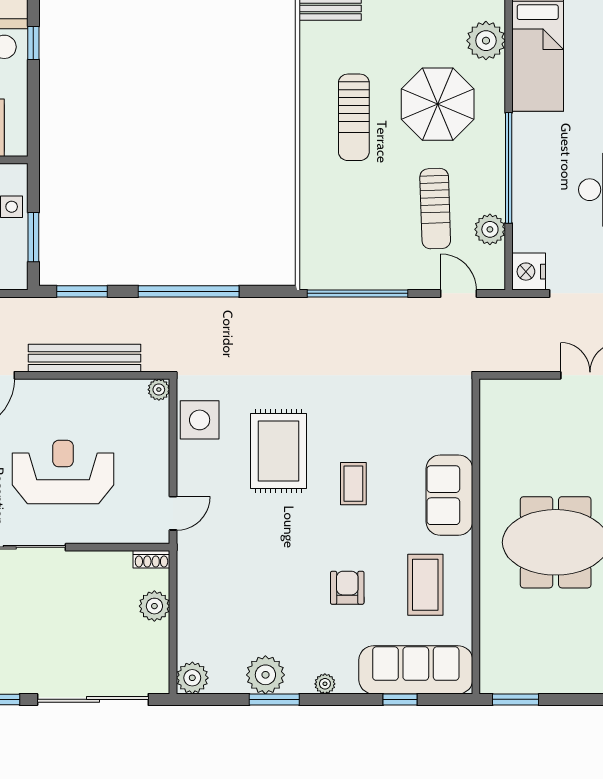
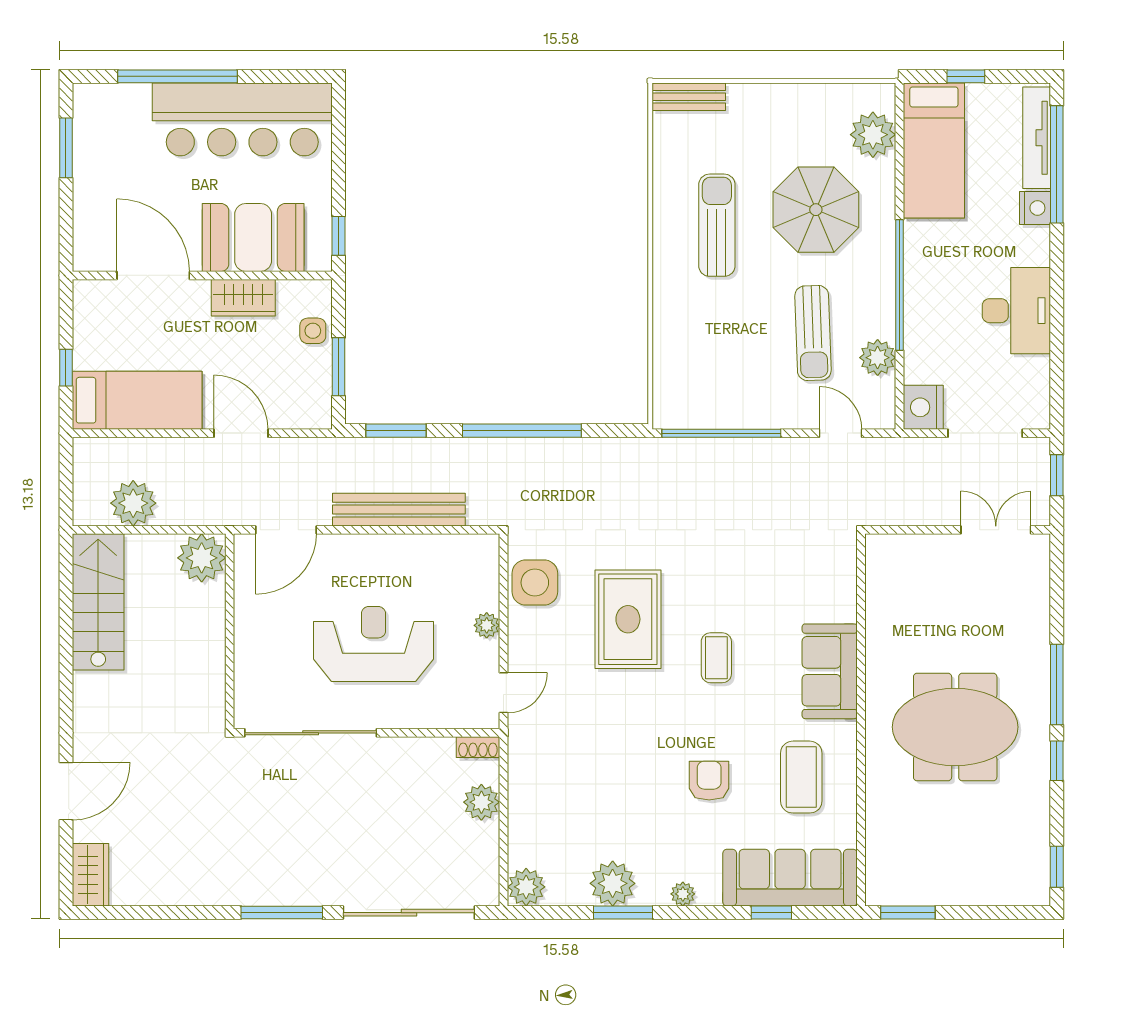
window: (33, 43) -> (338, 236), moved
sun lounger: (354, 117) -> (717, 225), turned 180
plant: (159, 390) -> (487, 625), moved

